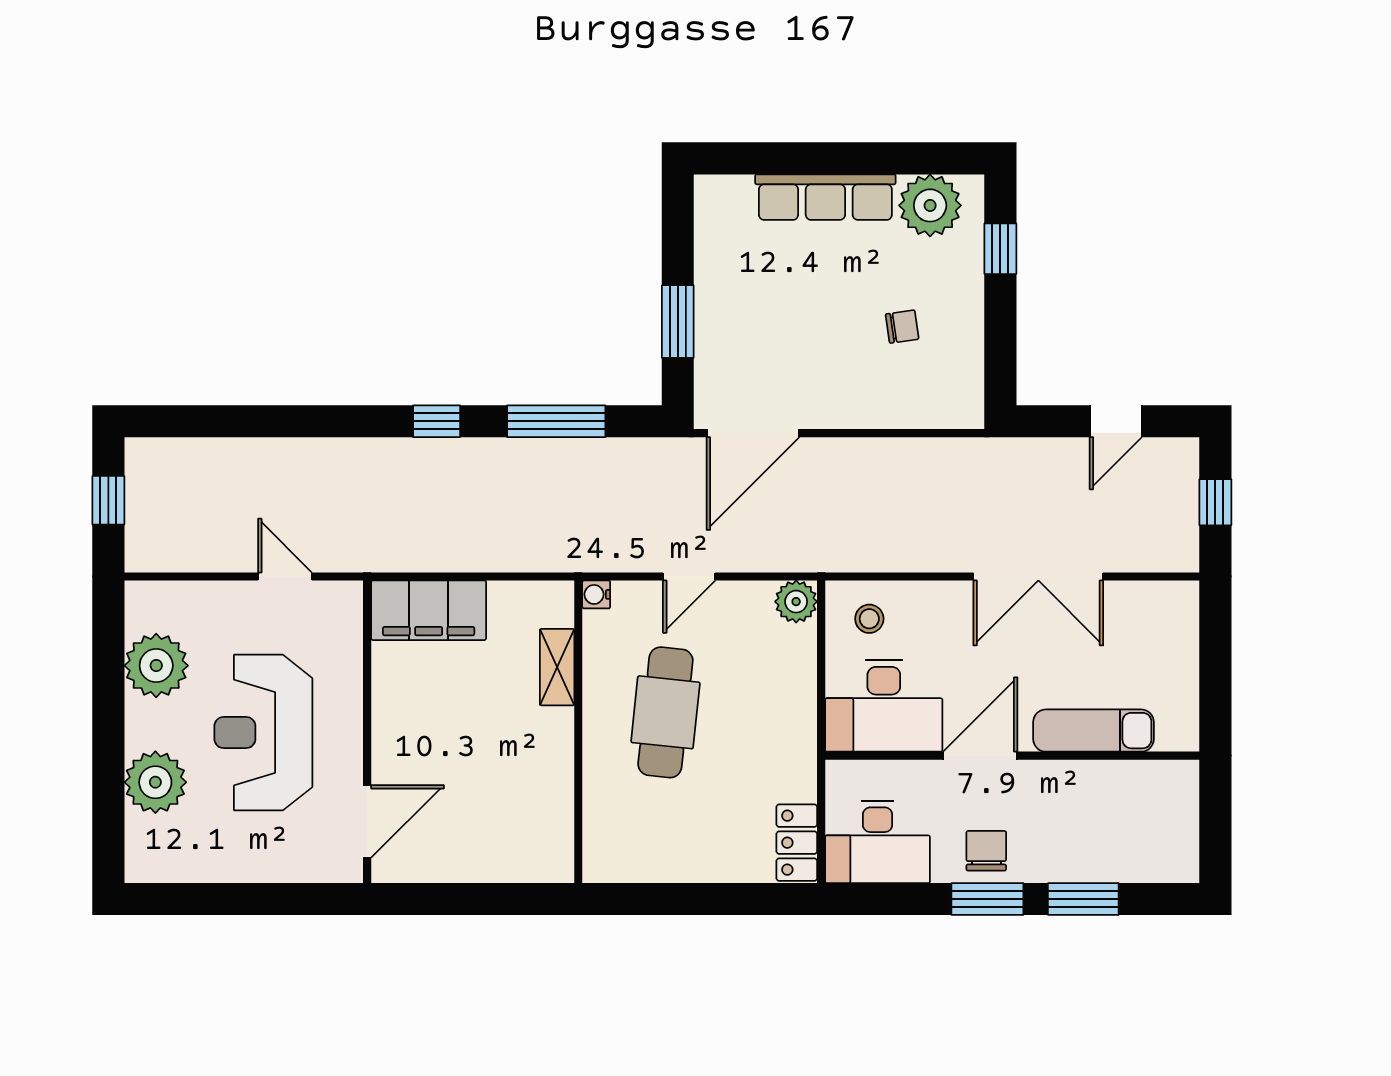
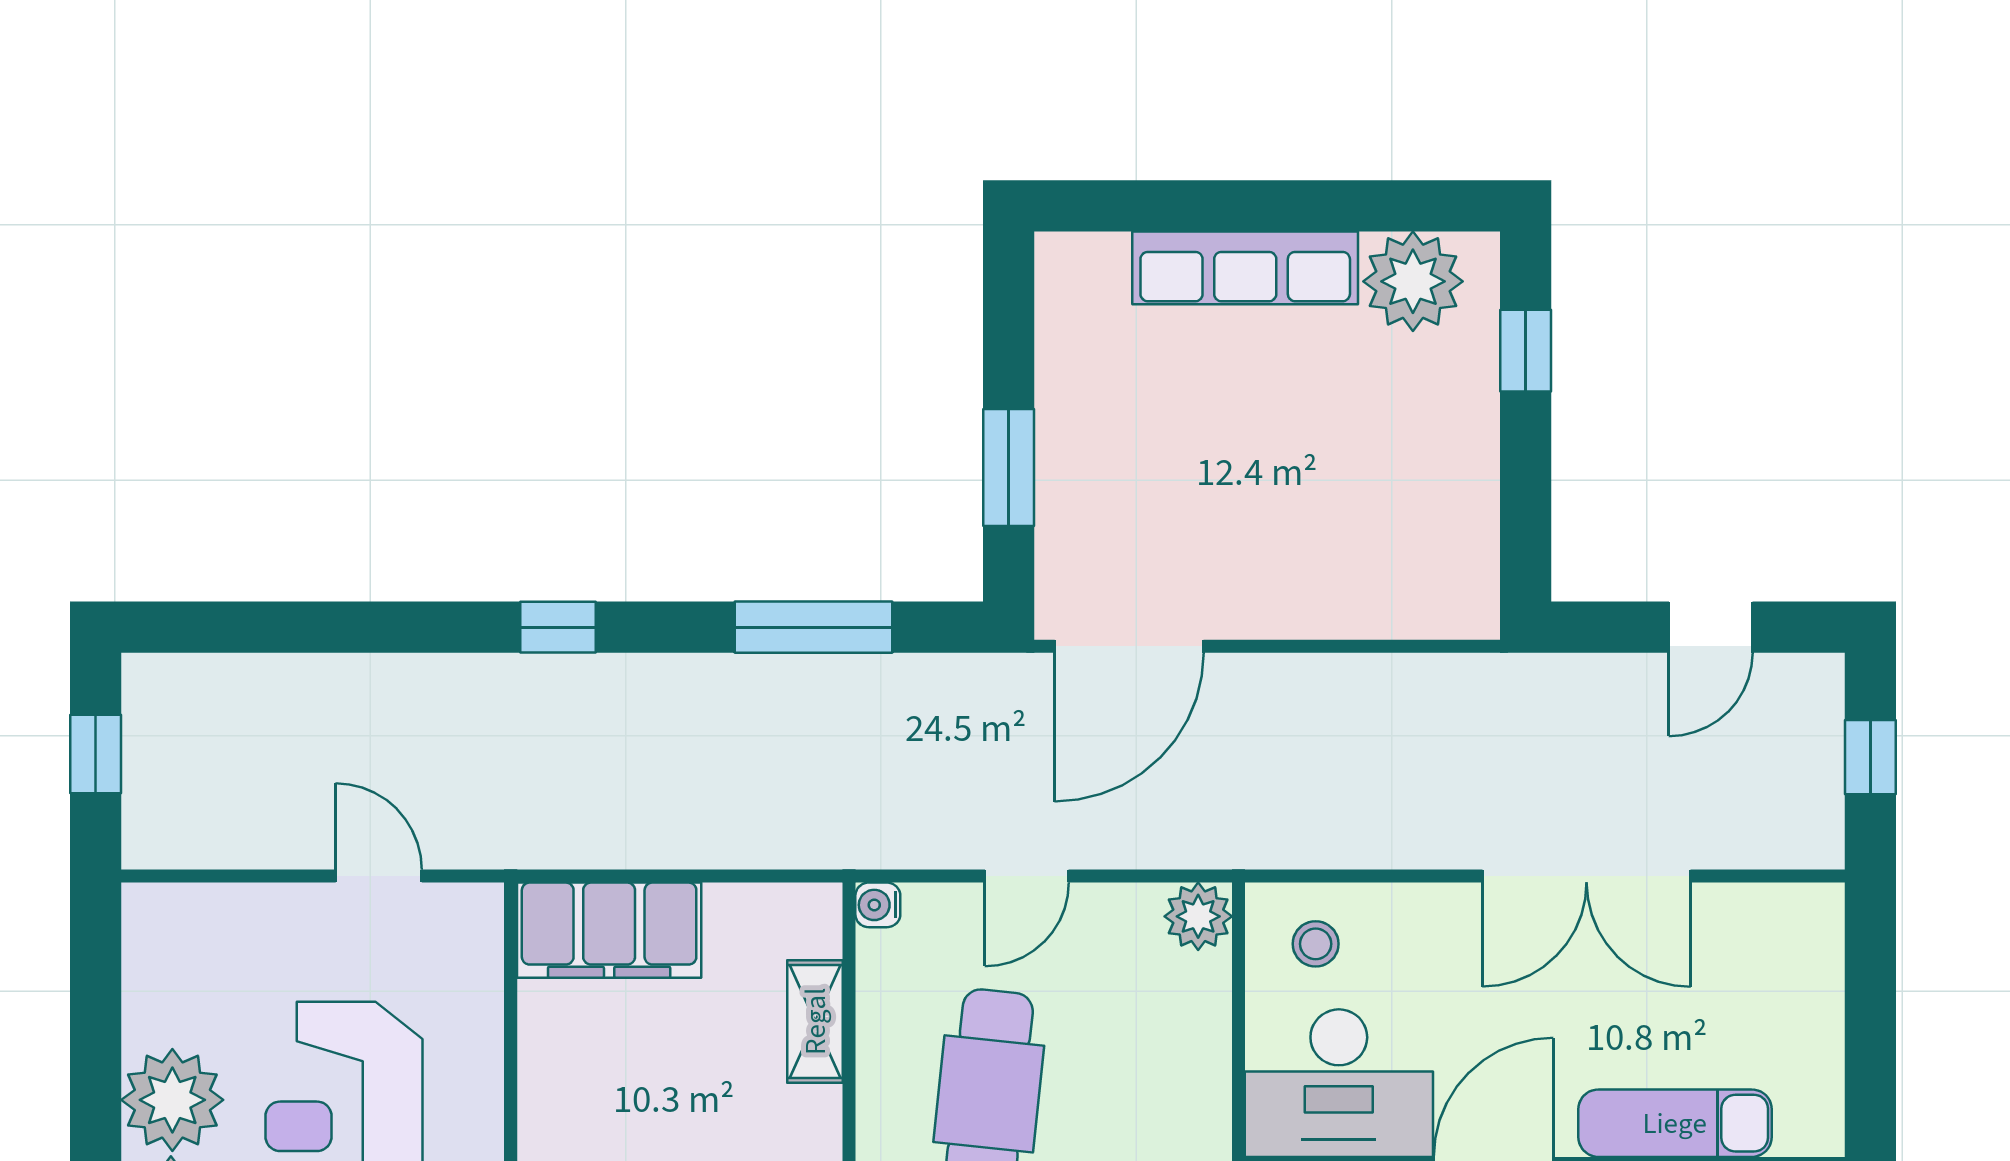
chair: (902, 327) -> (1368, 475), removed
window: (437, 421) -> (558, 627), moved
plant: (156, 666) -> (172, 1100), moved

